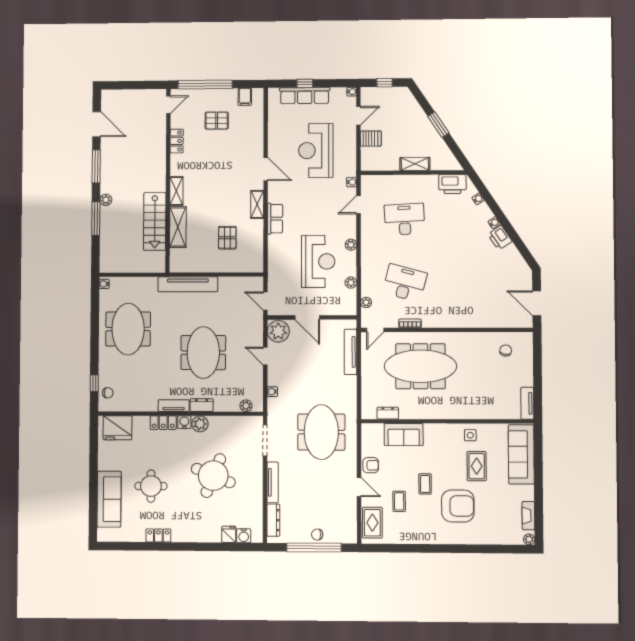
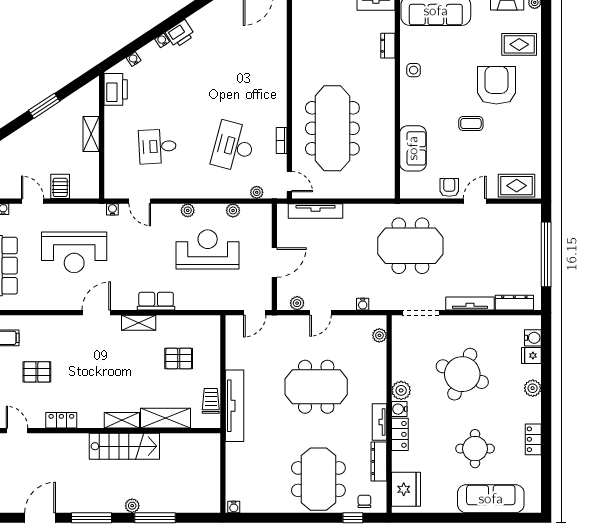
pallet: (217, 121) -> (37, 372), turned 90
desk: (405, 219) -> (157, 146), width x0.73
stairs: (155, 221) -> (124, 446), moved
trolley: (192, 264) -> (211, 401), added
meeting table: (128, 329) -> (318, 479), moved, turned 90
plant: (278, 331) -> (297, 303), width x0.53, depth x0.53
chair: (506, 350) -> (314, 28), removed
dresser: (202, 405) -> (379, 461), moved, width x1.44
dresser: (388, 413) -> (388, 46), moved
rug: (477, 466) -> (519, 44), moved
coffee table: (399, 501) -> (491, 154), removed
plant: (201, 535) -> (533, 388), added
chair: (317, 535) -> (531, 251), removed

